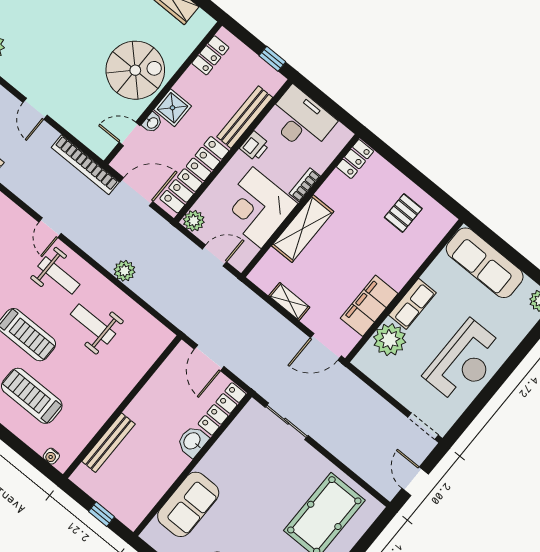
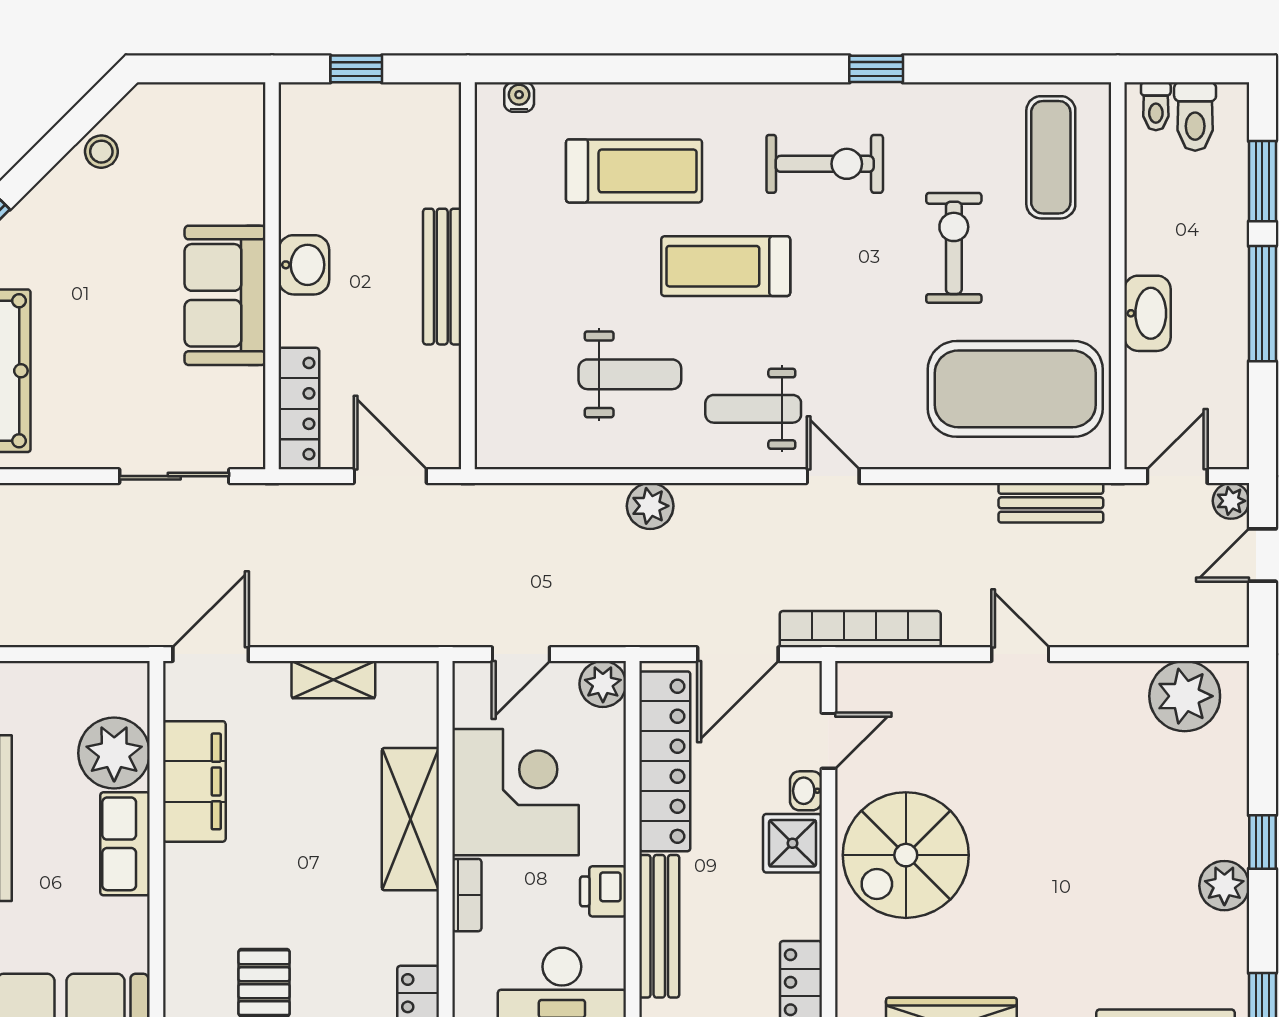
washbasin: (192, 441) -> (304, 265), moved
bench: (108, 443) -> (442, 277), moved
sofa: (188, 504) -> (225, 295), moved

